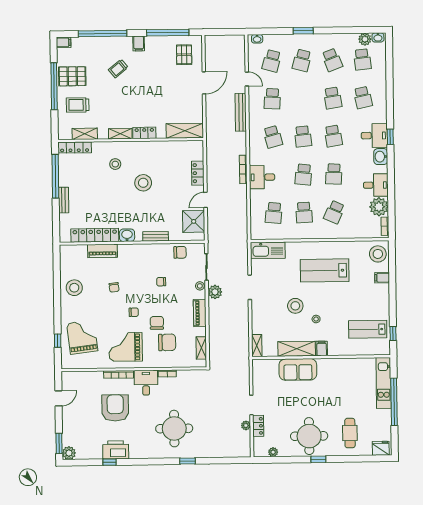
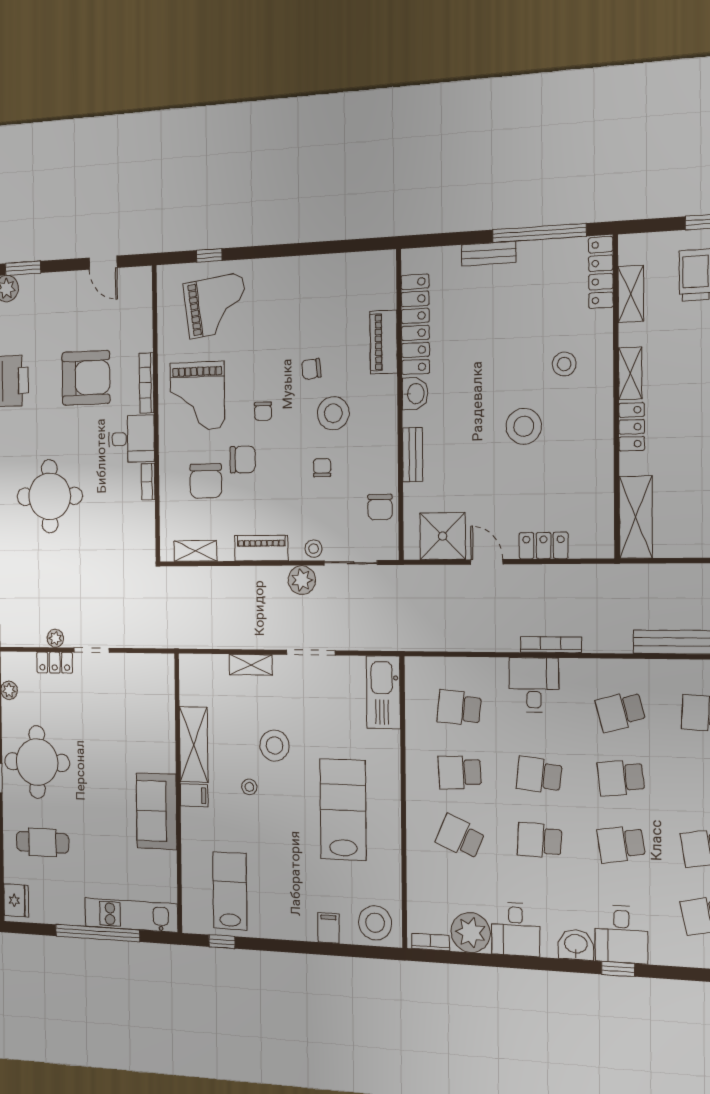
stool: (74, 288) -> (333, 413), moved
shelving: (257, 346) -> (251, 665), moved
grand piano: (126, 347) -> (197, 396), turned 180
sofa: (298, 369) -> (156, 811), moved

